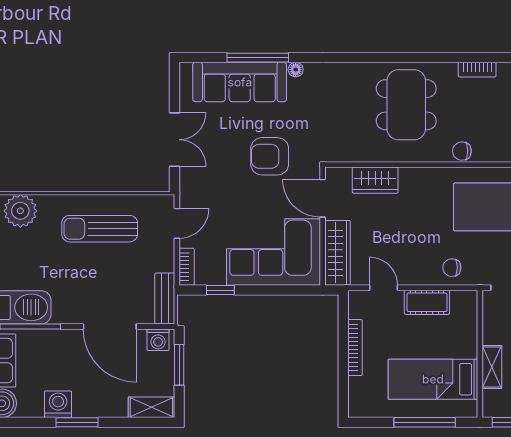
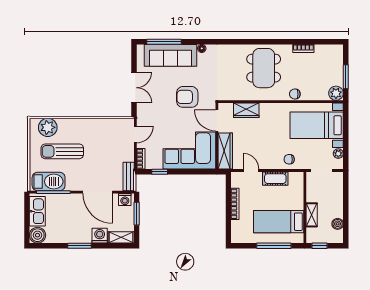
window: (258, 58) -> (164, 42), moved
sun lounger: (100, 229) -> (62, 151), moved
washing machine: (58, 404) -> (100, 236), moved

